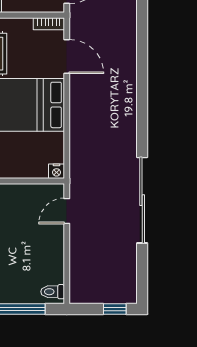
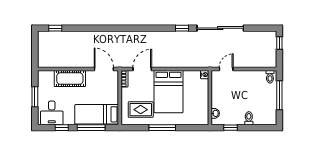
window: (142, 130) -> (182, 28), added
door: (67, 211) -> (226, 69), swing flipped

